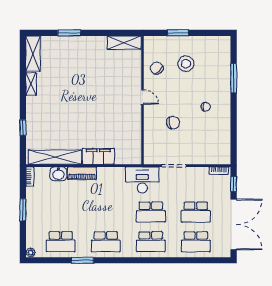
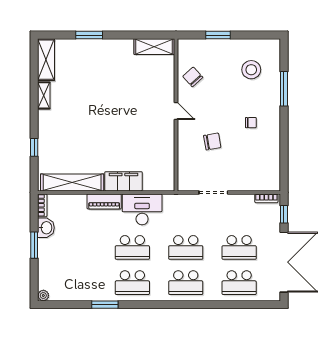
stool: (186, 64) -> (251, 70), moved
washbasin: (58, 174) -> (46, 228), moved, turned -90
desk: (142, 180) -> (142, 209), moved
school desk: (61, 242) -> (132, 247), moved

